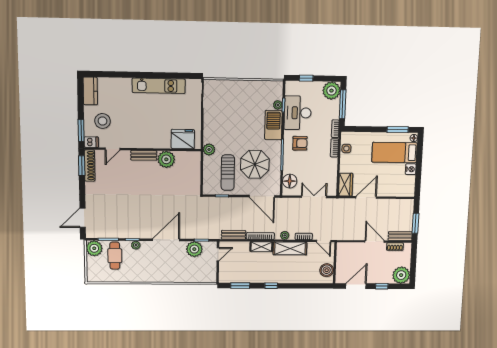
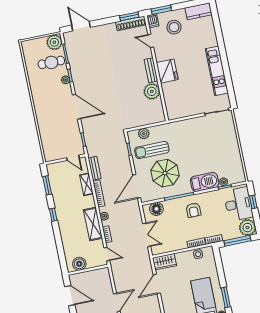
desk: (298, 113) -> (238, 204), moved, turned 90
fridge: (183, 139) -> (167, 71), moved
plant: (209, 149) -> (144, 134), moved
door: (366, 197) -> (157, 284), swing flipped
door: (324, 241) -> (107, 254), swing flipped
shelving: (261, 247) -> (86, 184), moved
plant: (194, 249) -> (73, 135), removed

